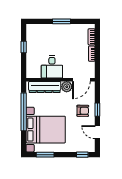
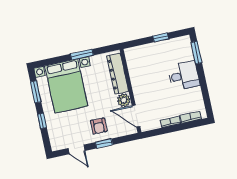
window: (62, 21) -> (196, 53), moved
desk: (52, 67) -> (184, 76), moved, turned 180
window: (24, 112) -> (82, 55), width x0.47
door: (97, 132) -> (77, 149), swing flipped
window: (82, 155) -> (42, 121), moved

